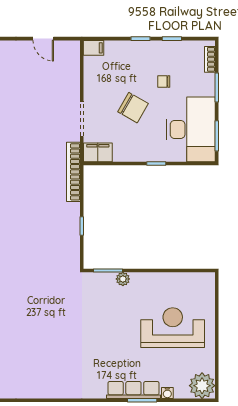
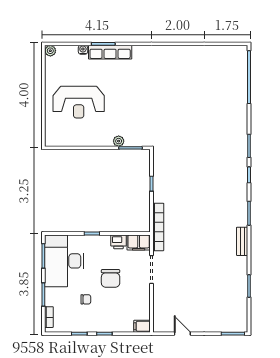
chair: (133, 108) -> (111, 278), turned -120
printer: (123, 153) -> (118, 242), added
plant: (202, 386) -> (50, 51), width x0.53, depth x0.53

